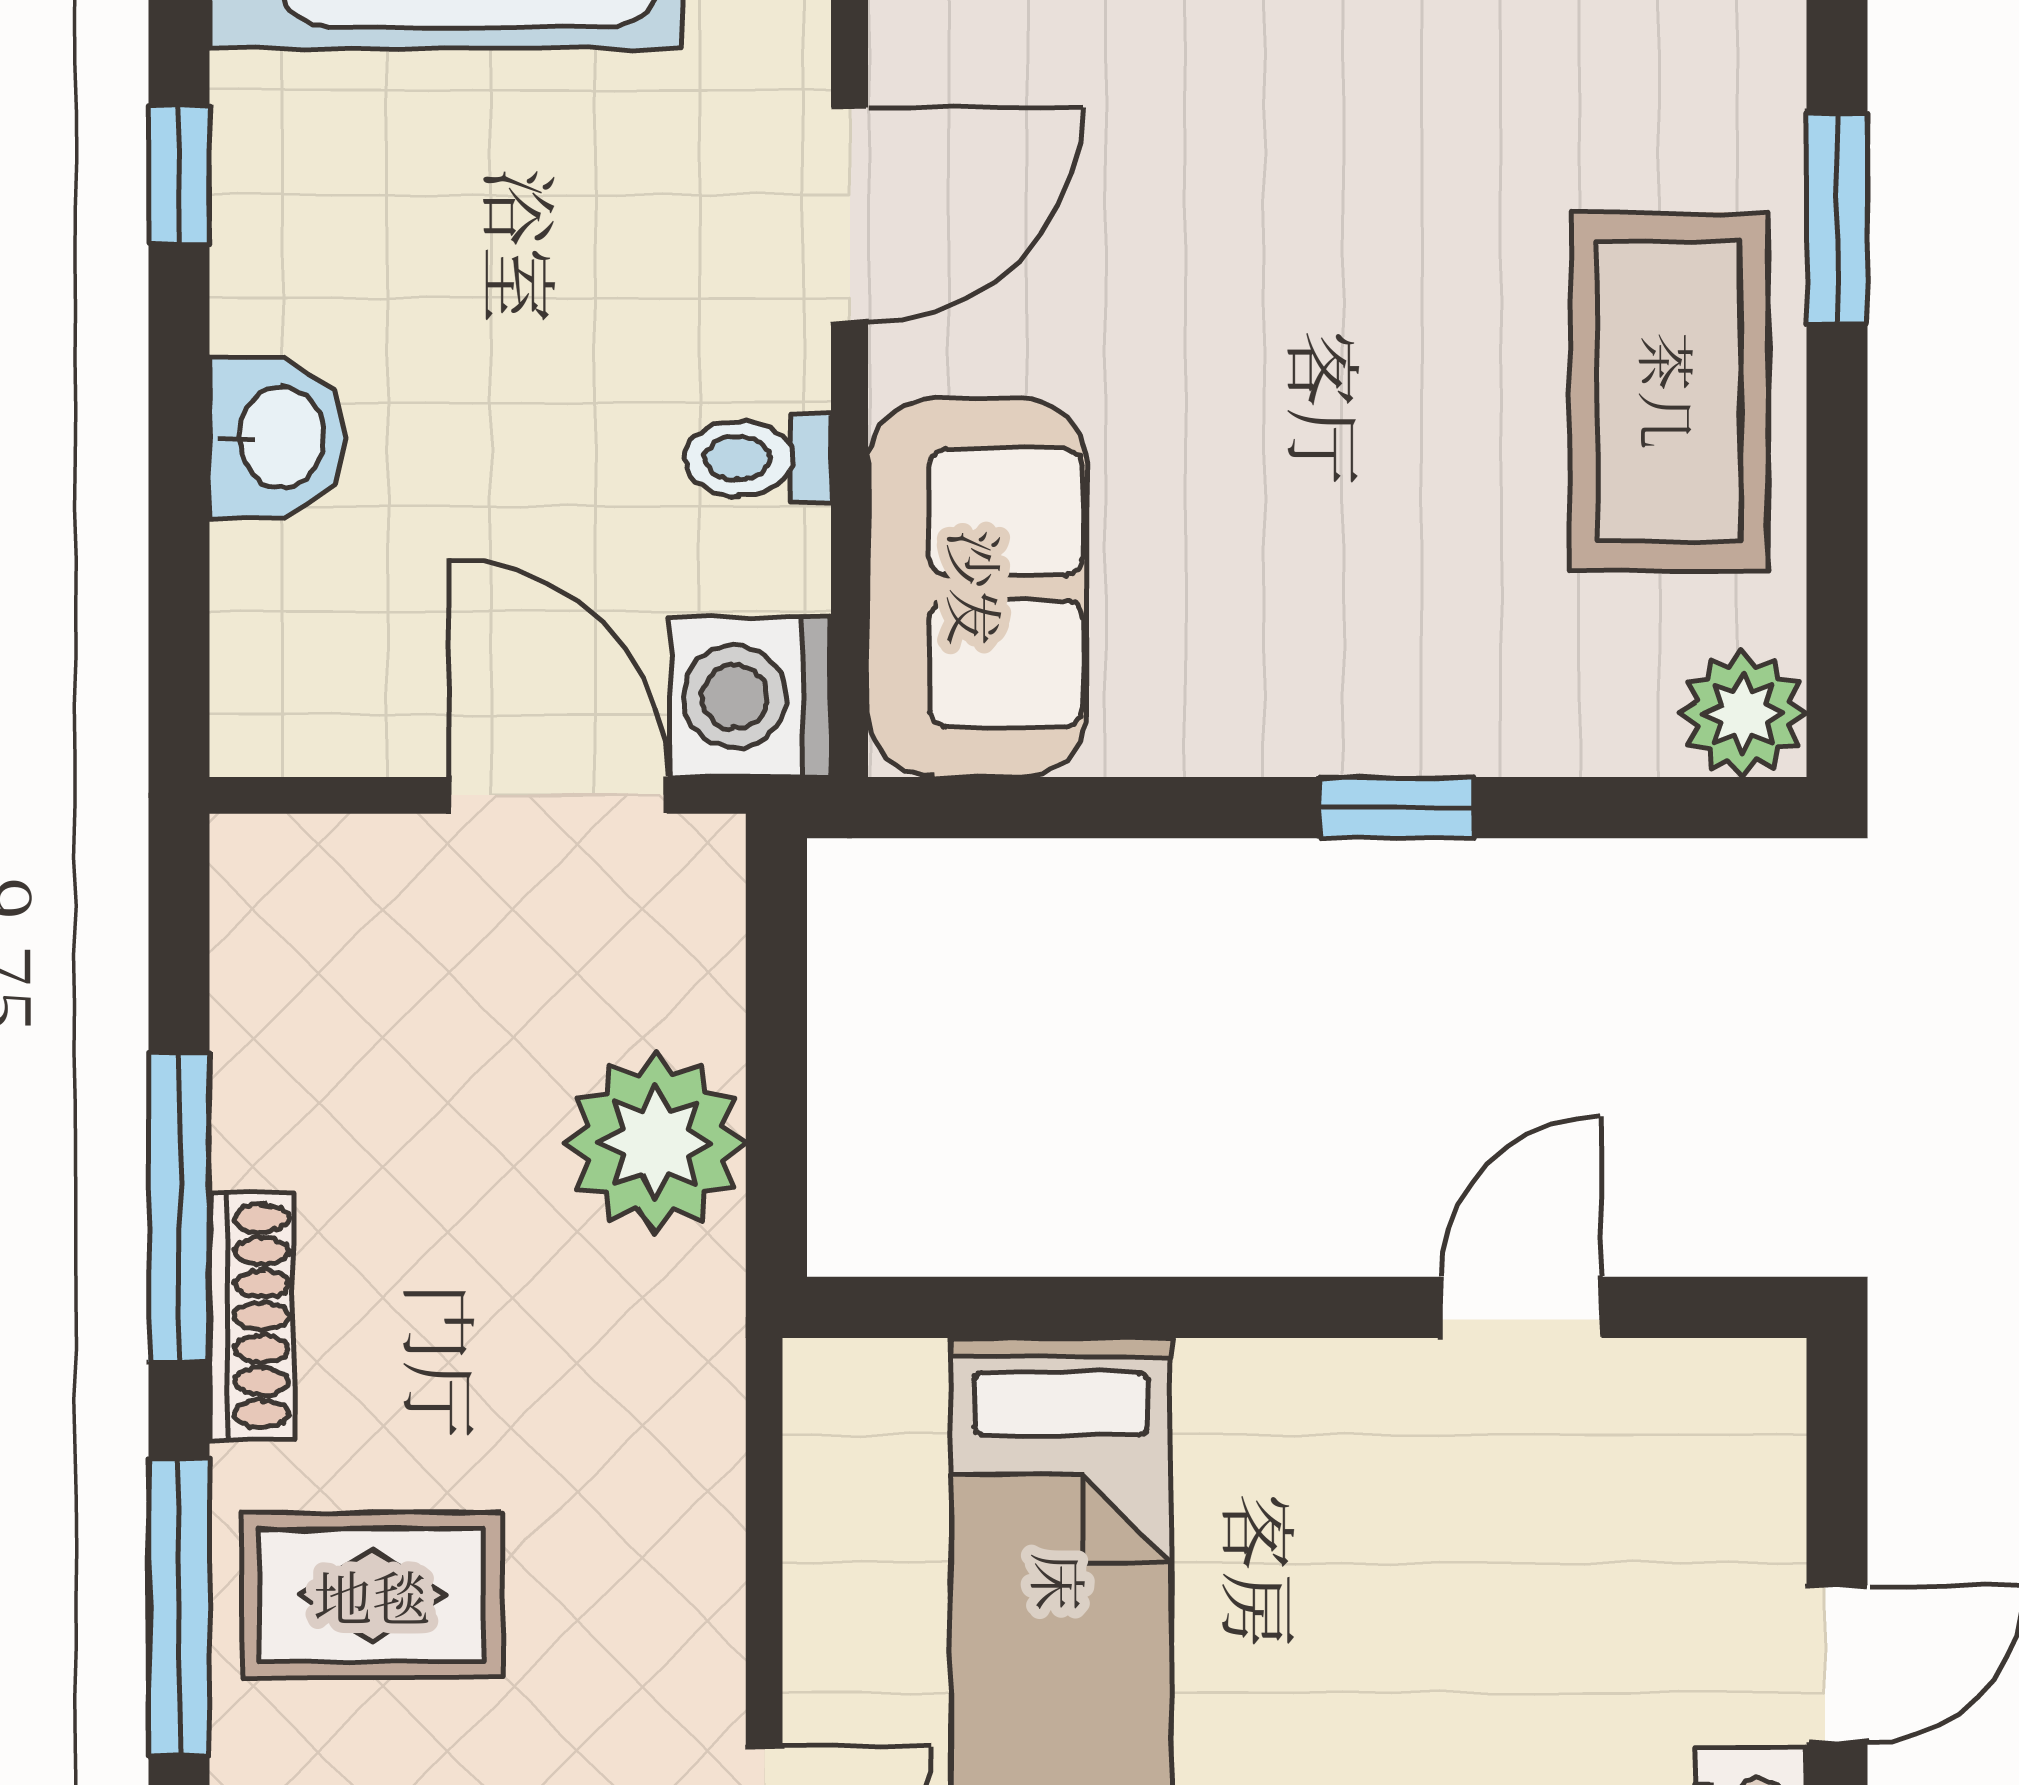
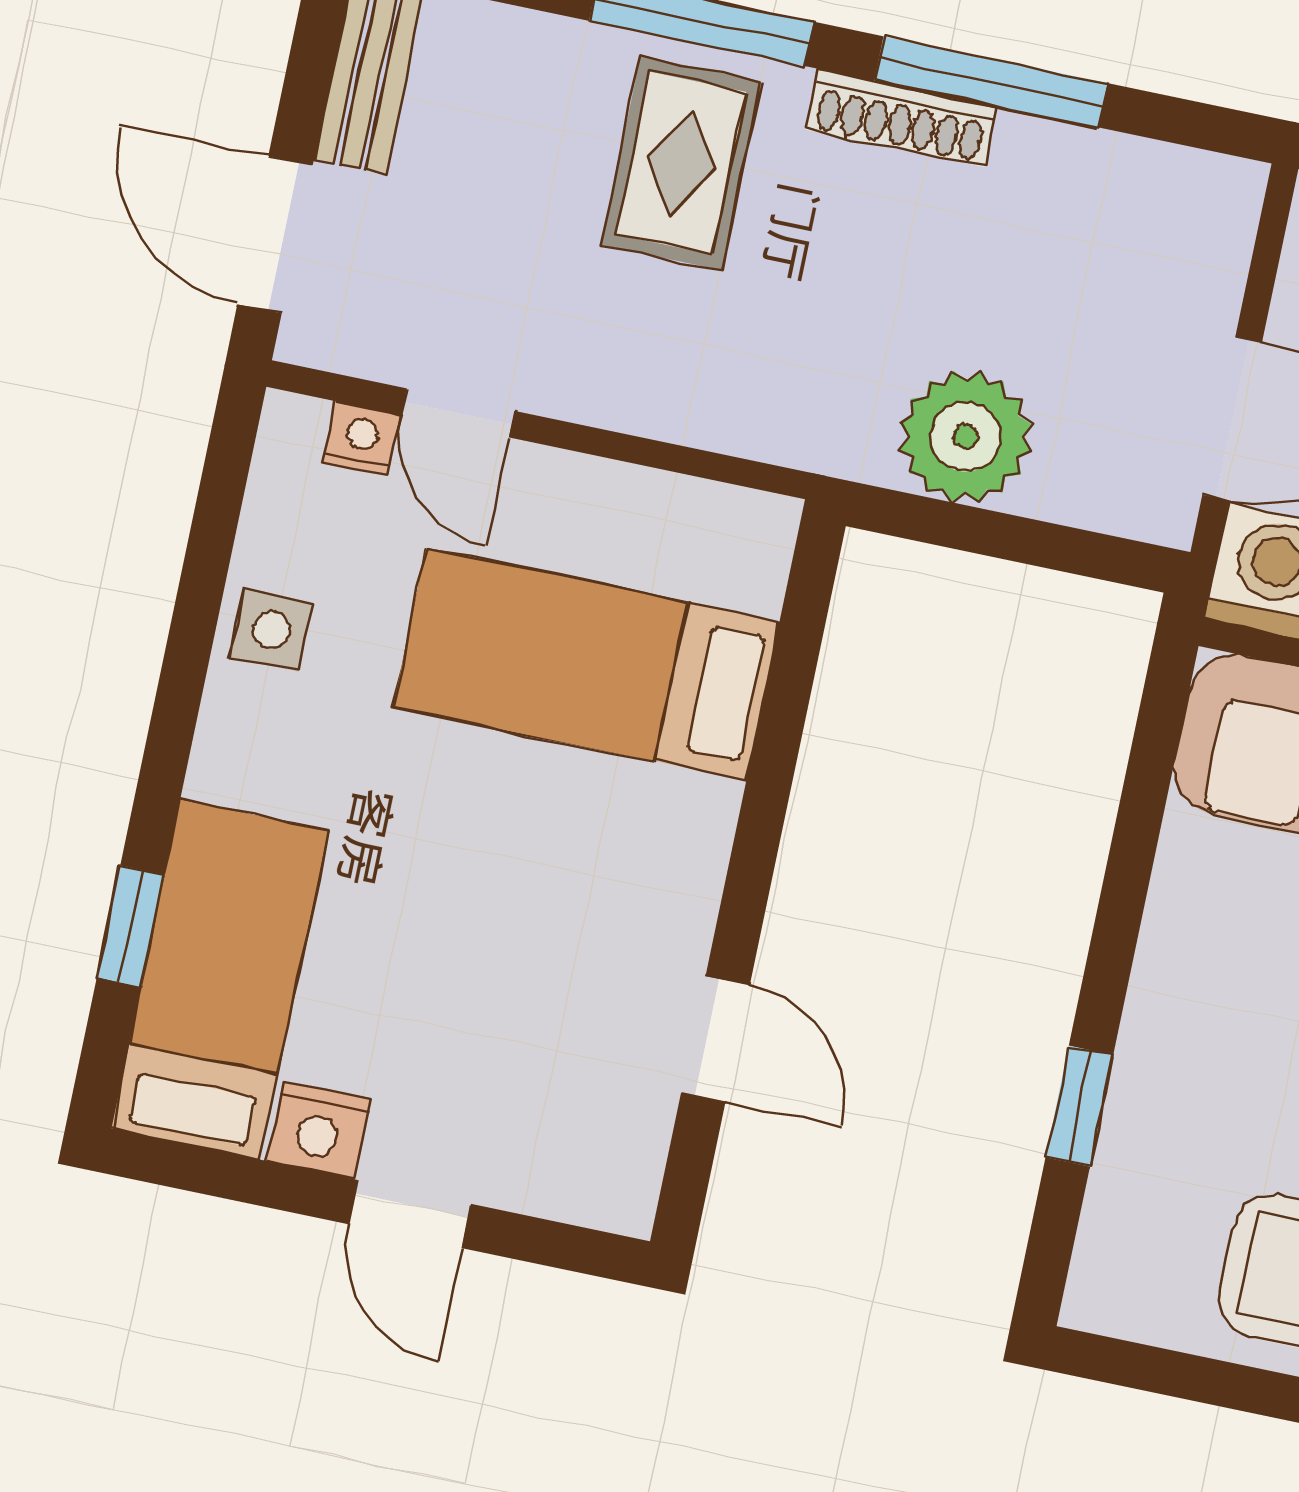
plant: (1743, 714) -> (1112, 1290), removed
window: (1397, 808) -> (1079, 1106), moved

